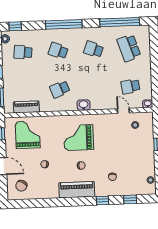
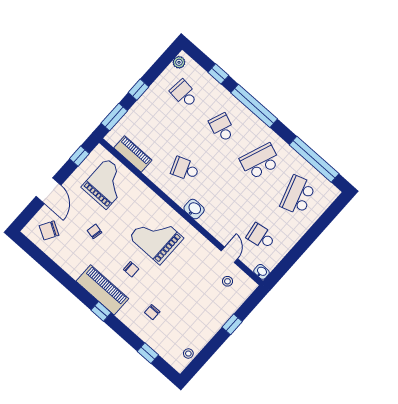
window: (15, 26) -> (218, 74), moved
school desk: (94, 49) -> (260, 161), width x1.85
window: (103, 200) -> (101, 311), moved

